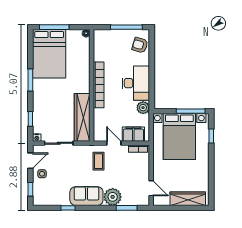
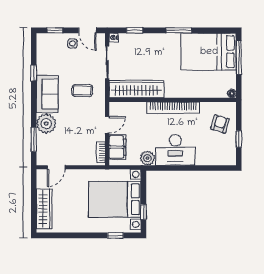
window: (126, 27) -> (239, 139), width x0.46
armchair: (140, 45) -> (220, 124), moved
window: (191, 111) -> (144, 212), width x0.46
coffee table: (99, 161) -> (82, 91), moved

